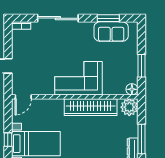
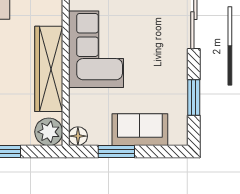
sofa: (111, 32) -> (140, 130), moved, turned 90

